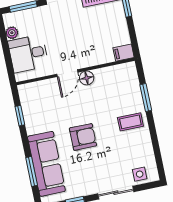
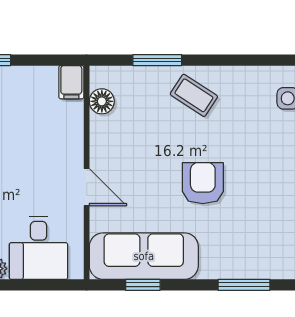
floor lamp: (87, 78) -> (102, 101), moved
coffee table: (130, 122) -> (194, 95), turned -57
sofa: (46, 164) -> (144, 256), moved

